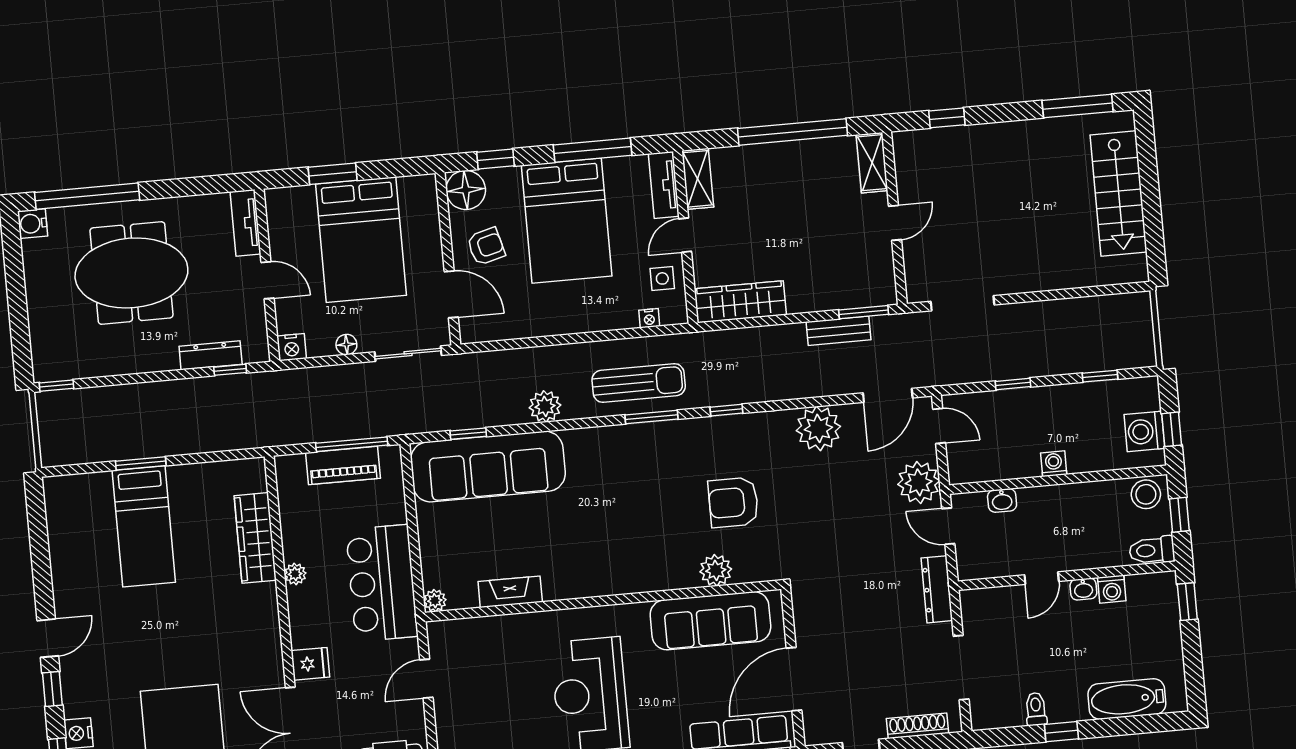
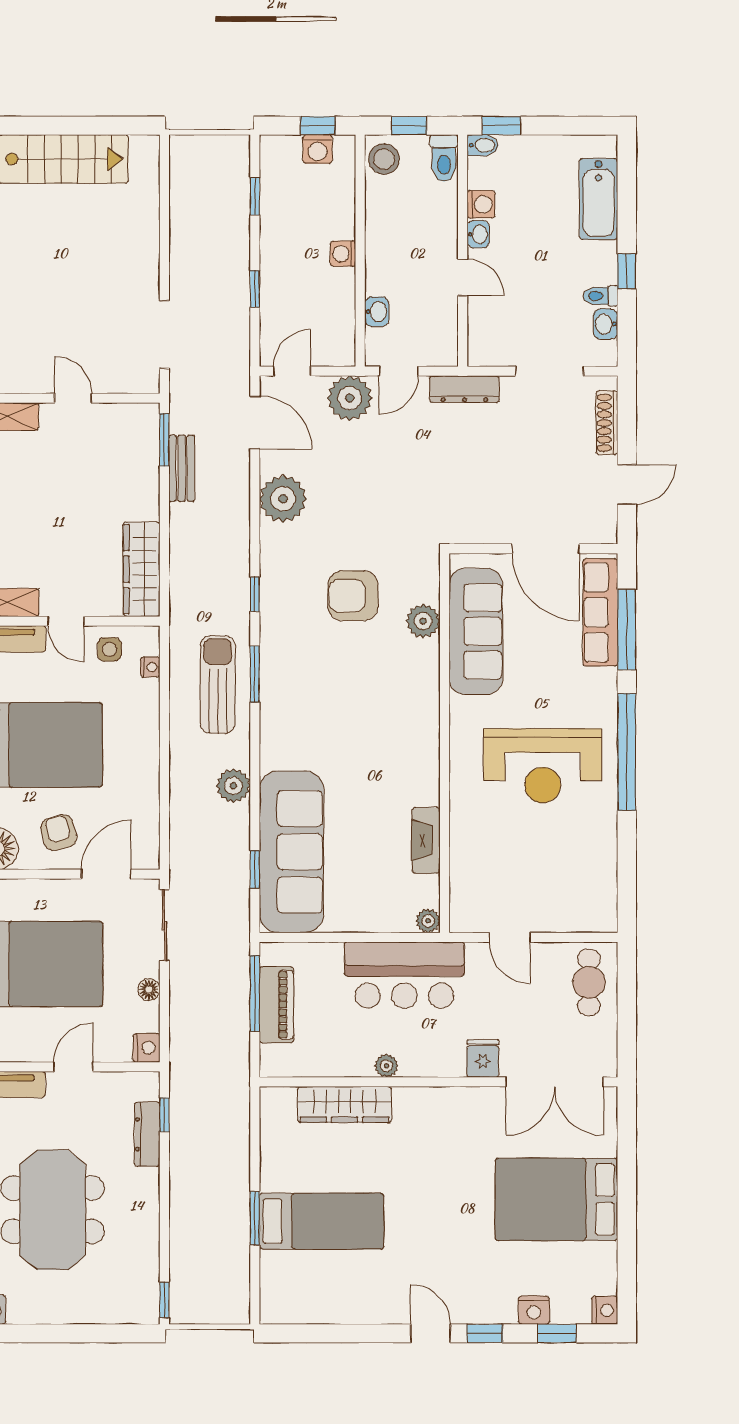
washing machine: (1144, 431) -> (318, 149), width x0.73, depth x0.73
armchair: (733, 502) -> (353, 596), turned 90
bidet: (1167, 586) -> (483, 145), added
washbasin: (1010, 716) -> (606, 324), added

